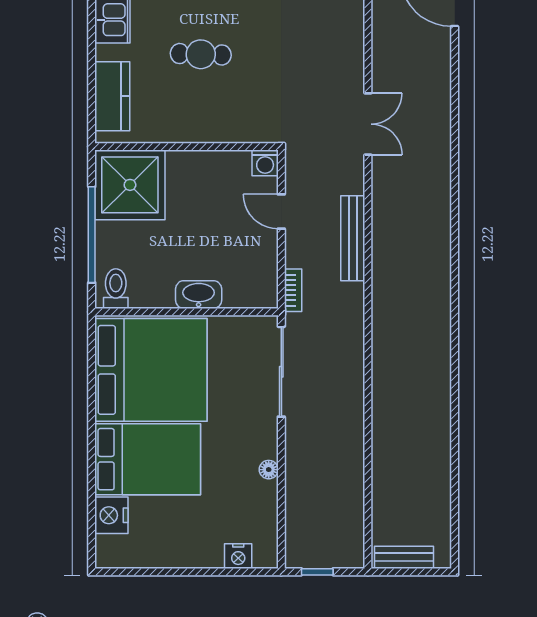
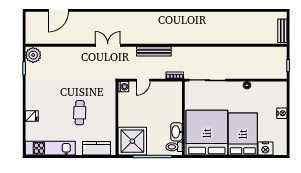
washbasin: (199, 295) -> (176, 132), moved
nightstand: (238, 556) -> (282, 113), moved

